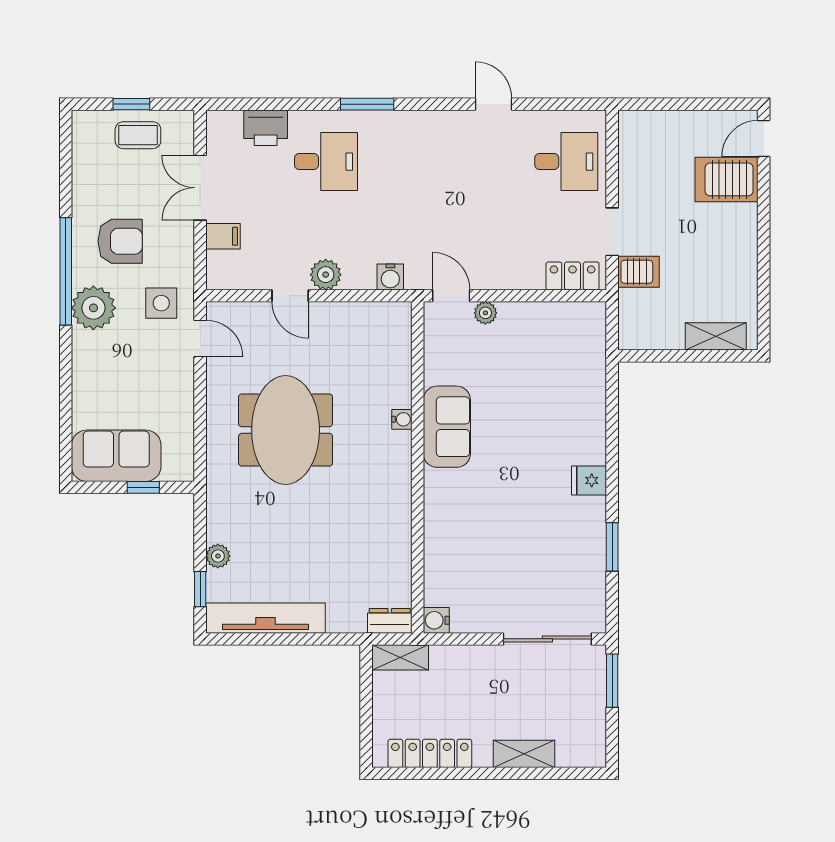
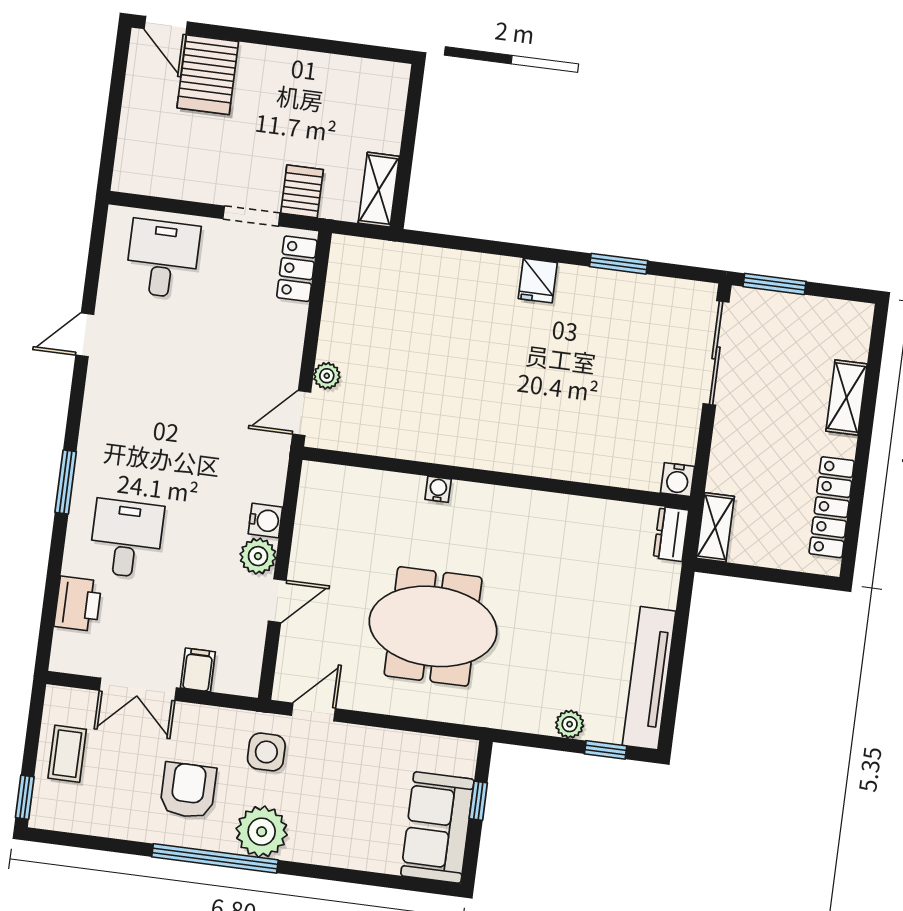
window: (131, 104) -> (25, 797), moved
water cooler: (390, 277) -> (265, 520), moved
shelving: (716, 336) -> (379, 190), moved
sofa: (447, 427) -> (454, 438), removed

